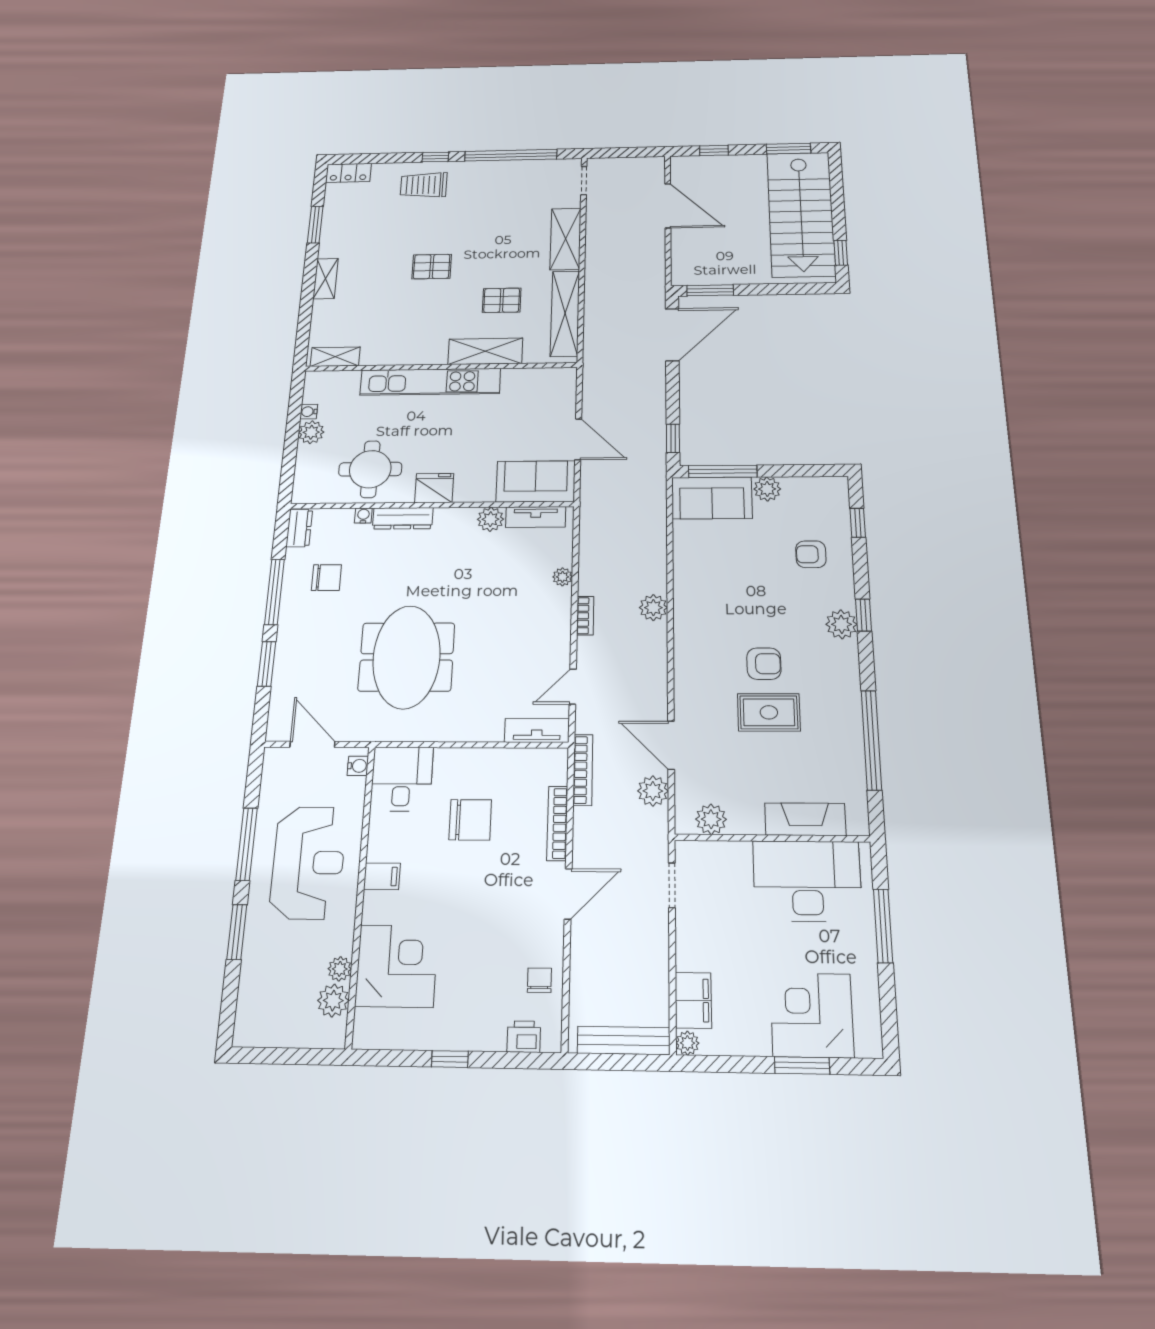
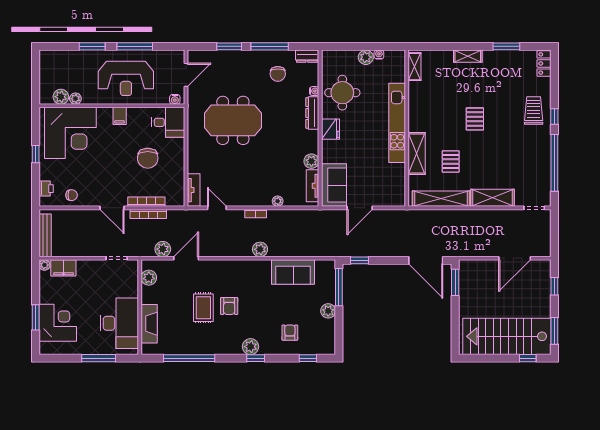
window: (841, 253) -> (528, 358), moved
sofa: (712, 498) -> (293, 272), moved, turned -90
bookcase: (583, 770) -> (148, 214), moved
corner desk: (396, 966) -> (70, 133), width x1.36, depth x1.36

